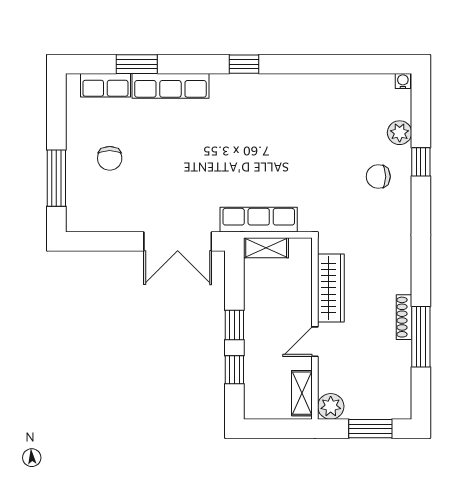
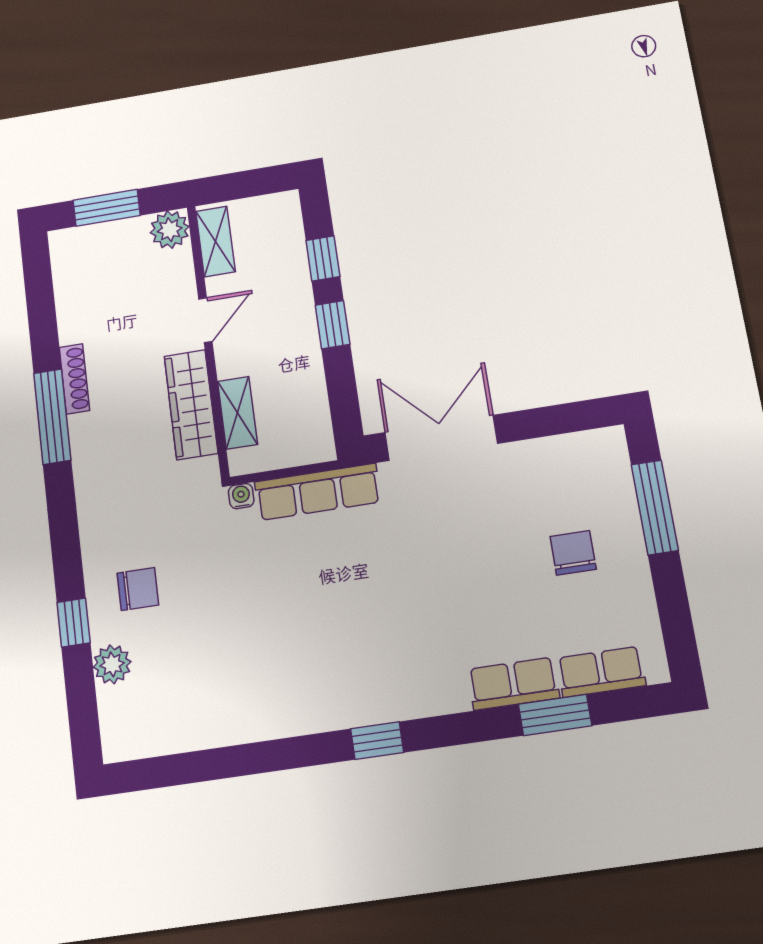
water cooler: (403, 81) -> (241, 496), moved, turned 180
row of seats: (170, 86) -> (513, 684), width x0.68
shelving: (266, 248) -> (238, 413), moved, turned 90
window: (421, 337) -> (52, 417), moved

